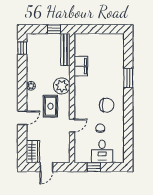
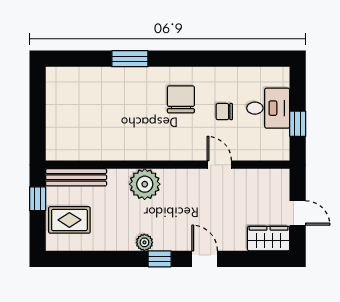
window: (22, 48) -> (160, 259), moved
filing cabinet: (81, 66) -> (107, 148), removed
rug: (50, 106) -> (69, 220), moved

